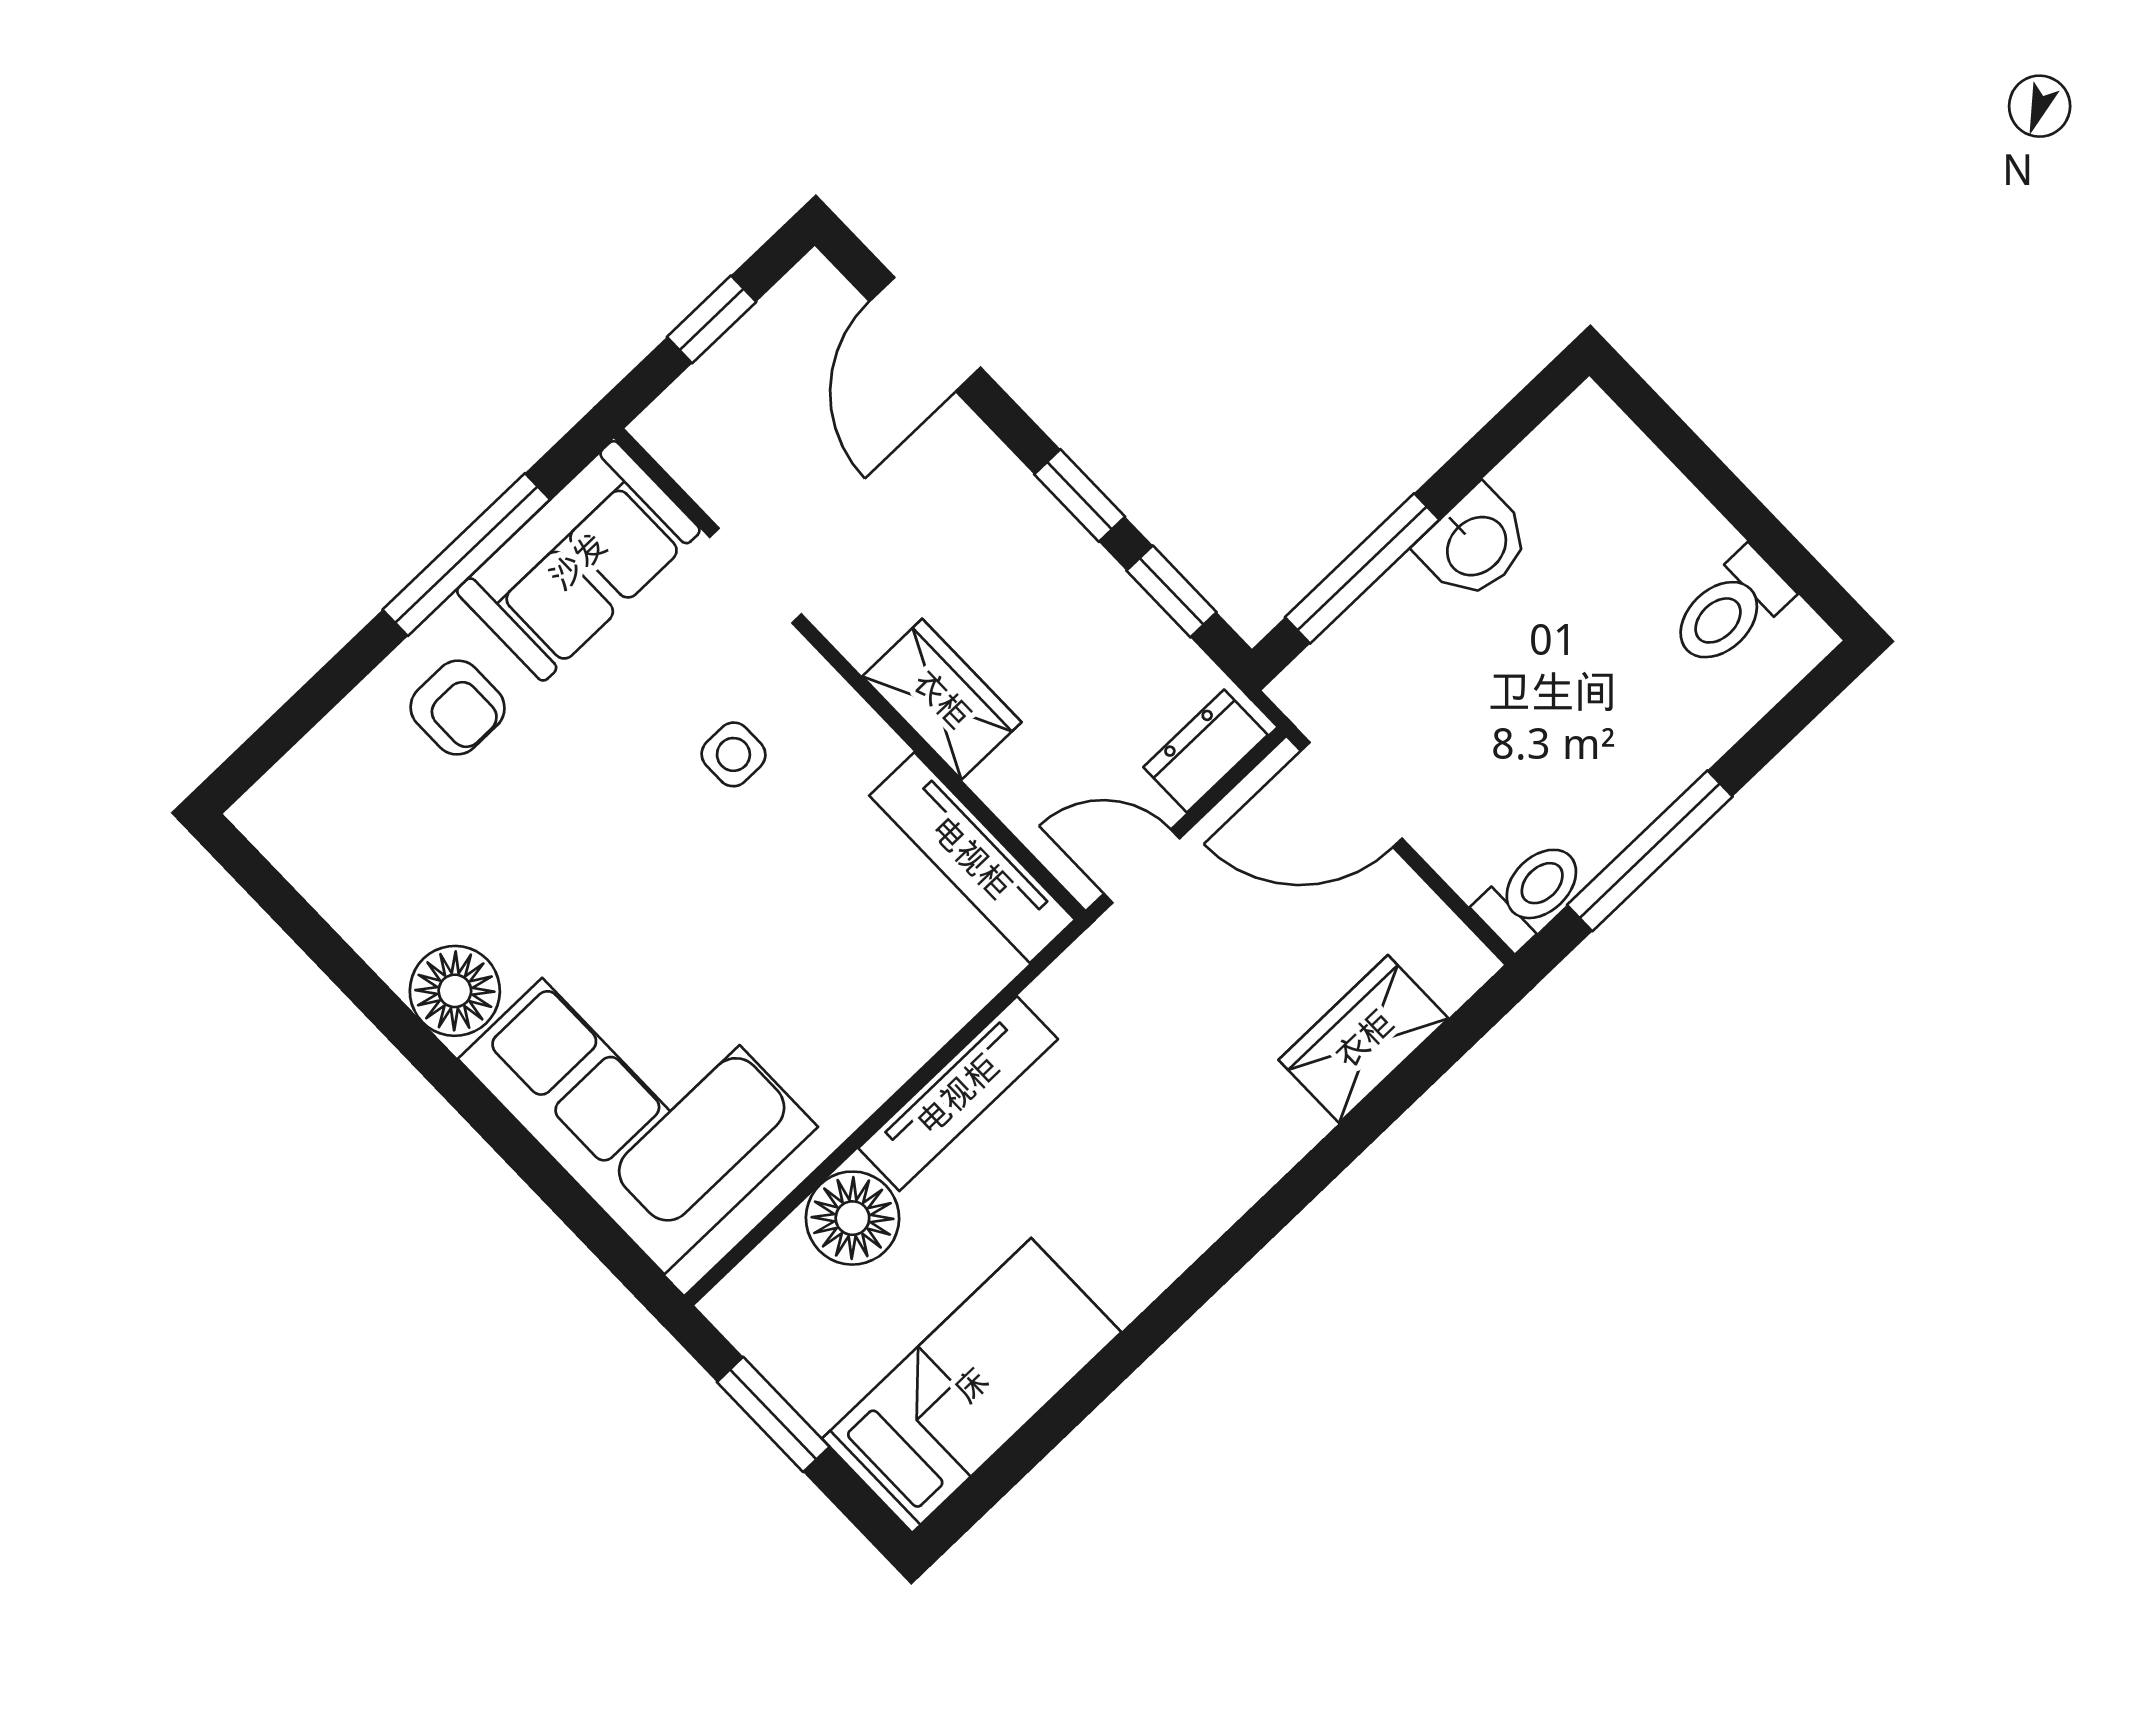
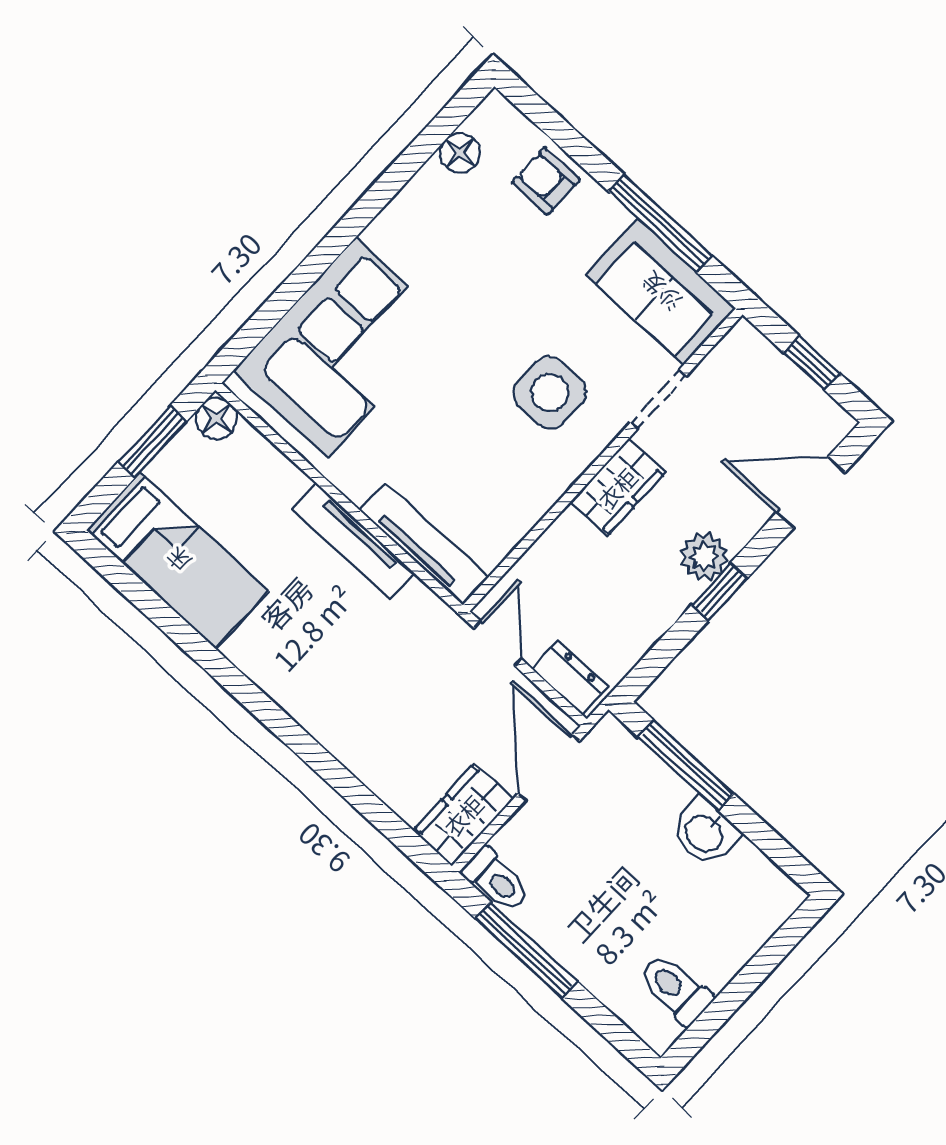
plant: (1020, 517) -> (704, 557), added
window: (1172, 591) -> (665, 651), removed
wardrobe: (942, 699) -> (617, 488), moved
armchair: (458, 708) -> (546, 181), moved, turned 90
side table: (733, 754) -> (550, 393), width x1.87, depth x1.87
tv unit: (972, 858) -> (424, 543), moved, turned 90
floor lamp: (455, 991) -> (460, 153), moved, width x0.73, depth x0.73
wardrobe: (1364, 1039) -> (463, 815), moved, turned -90
floor lamp: (852, 1218) -> (216, 419), moved, width x0.73, depth x0.73

